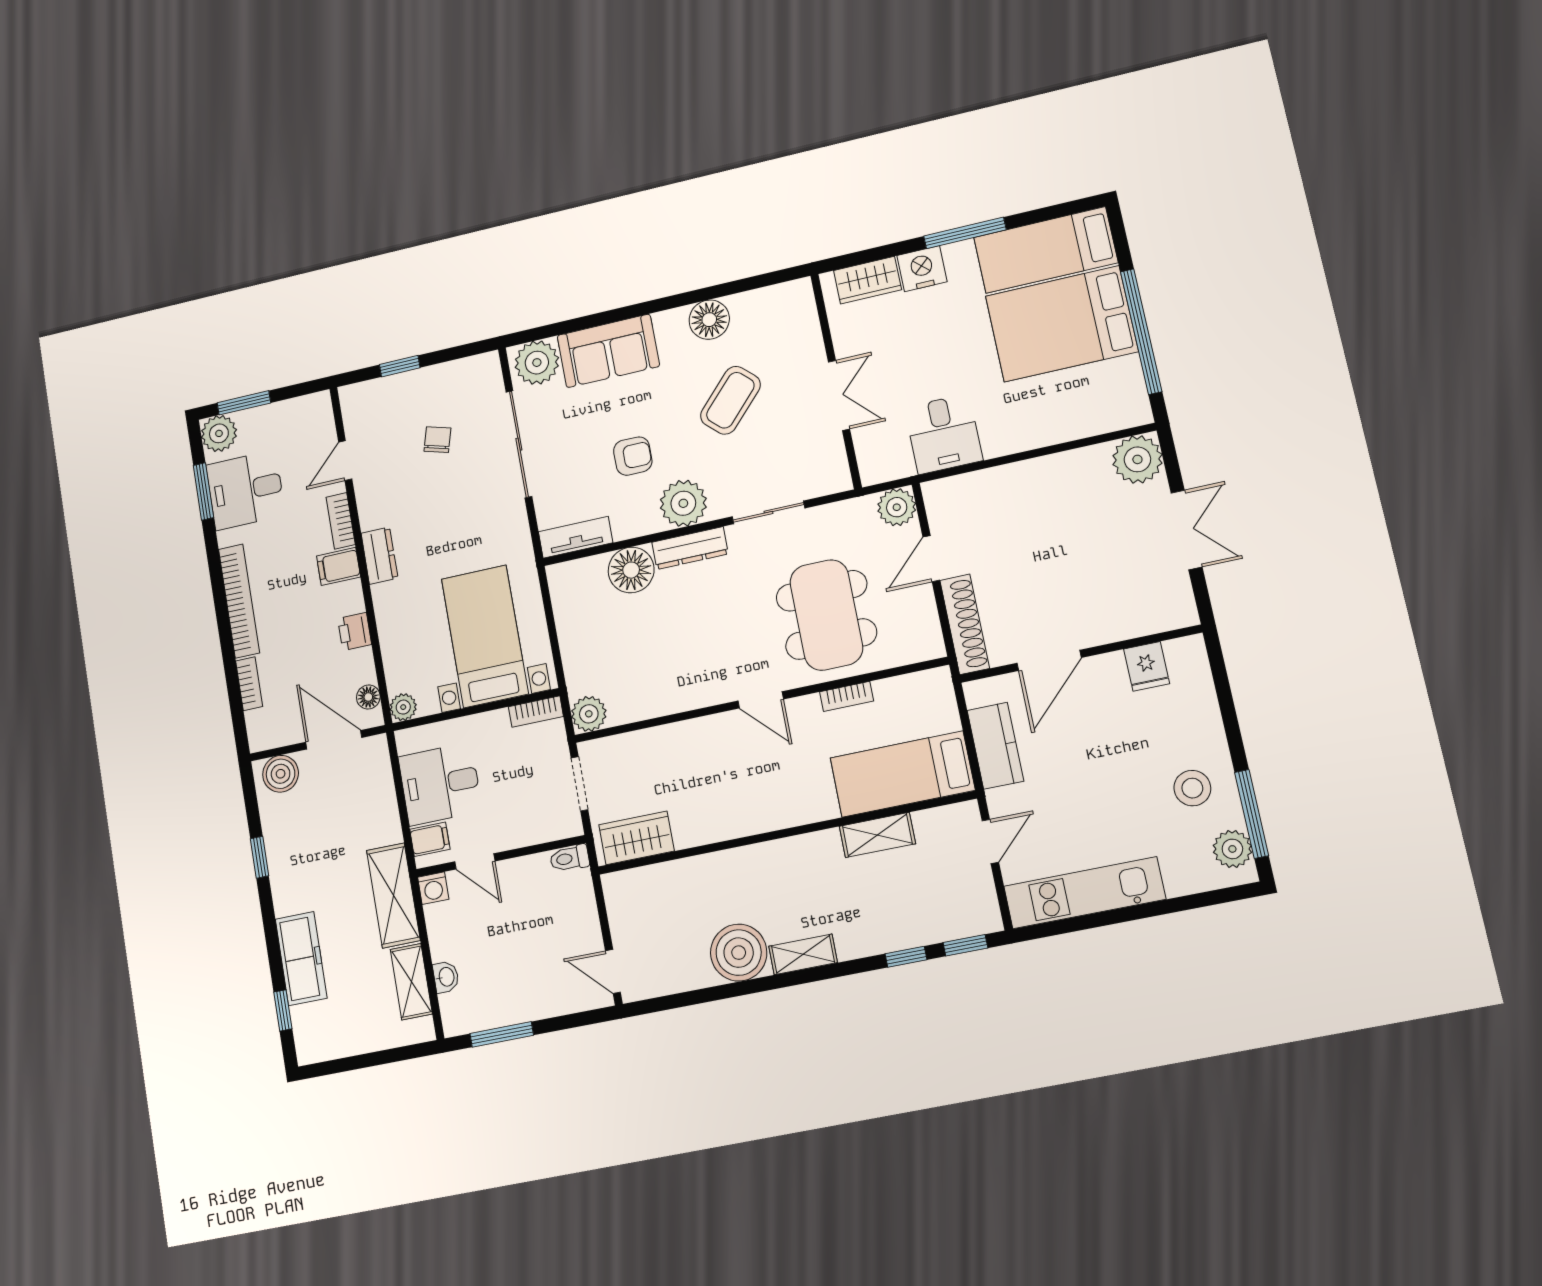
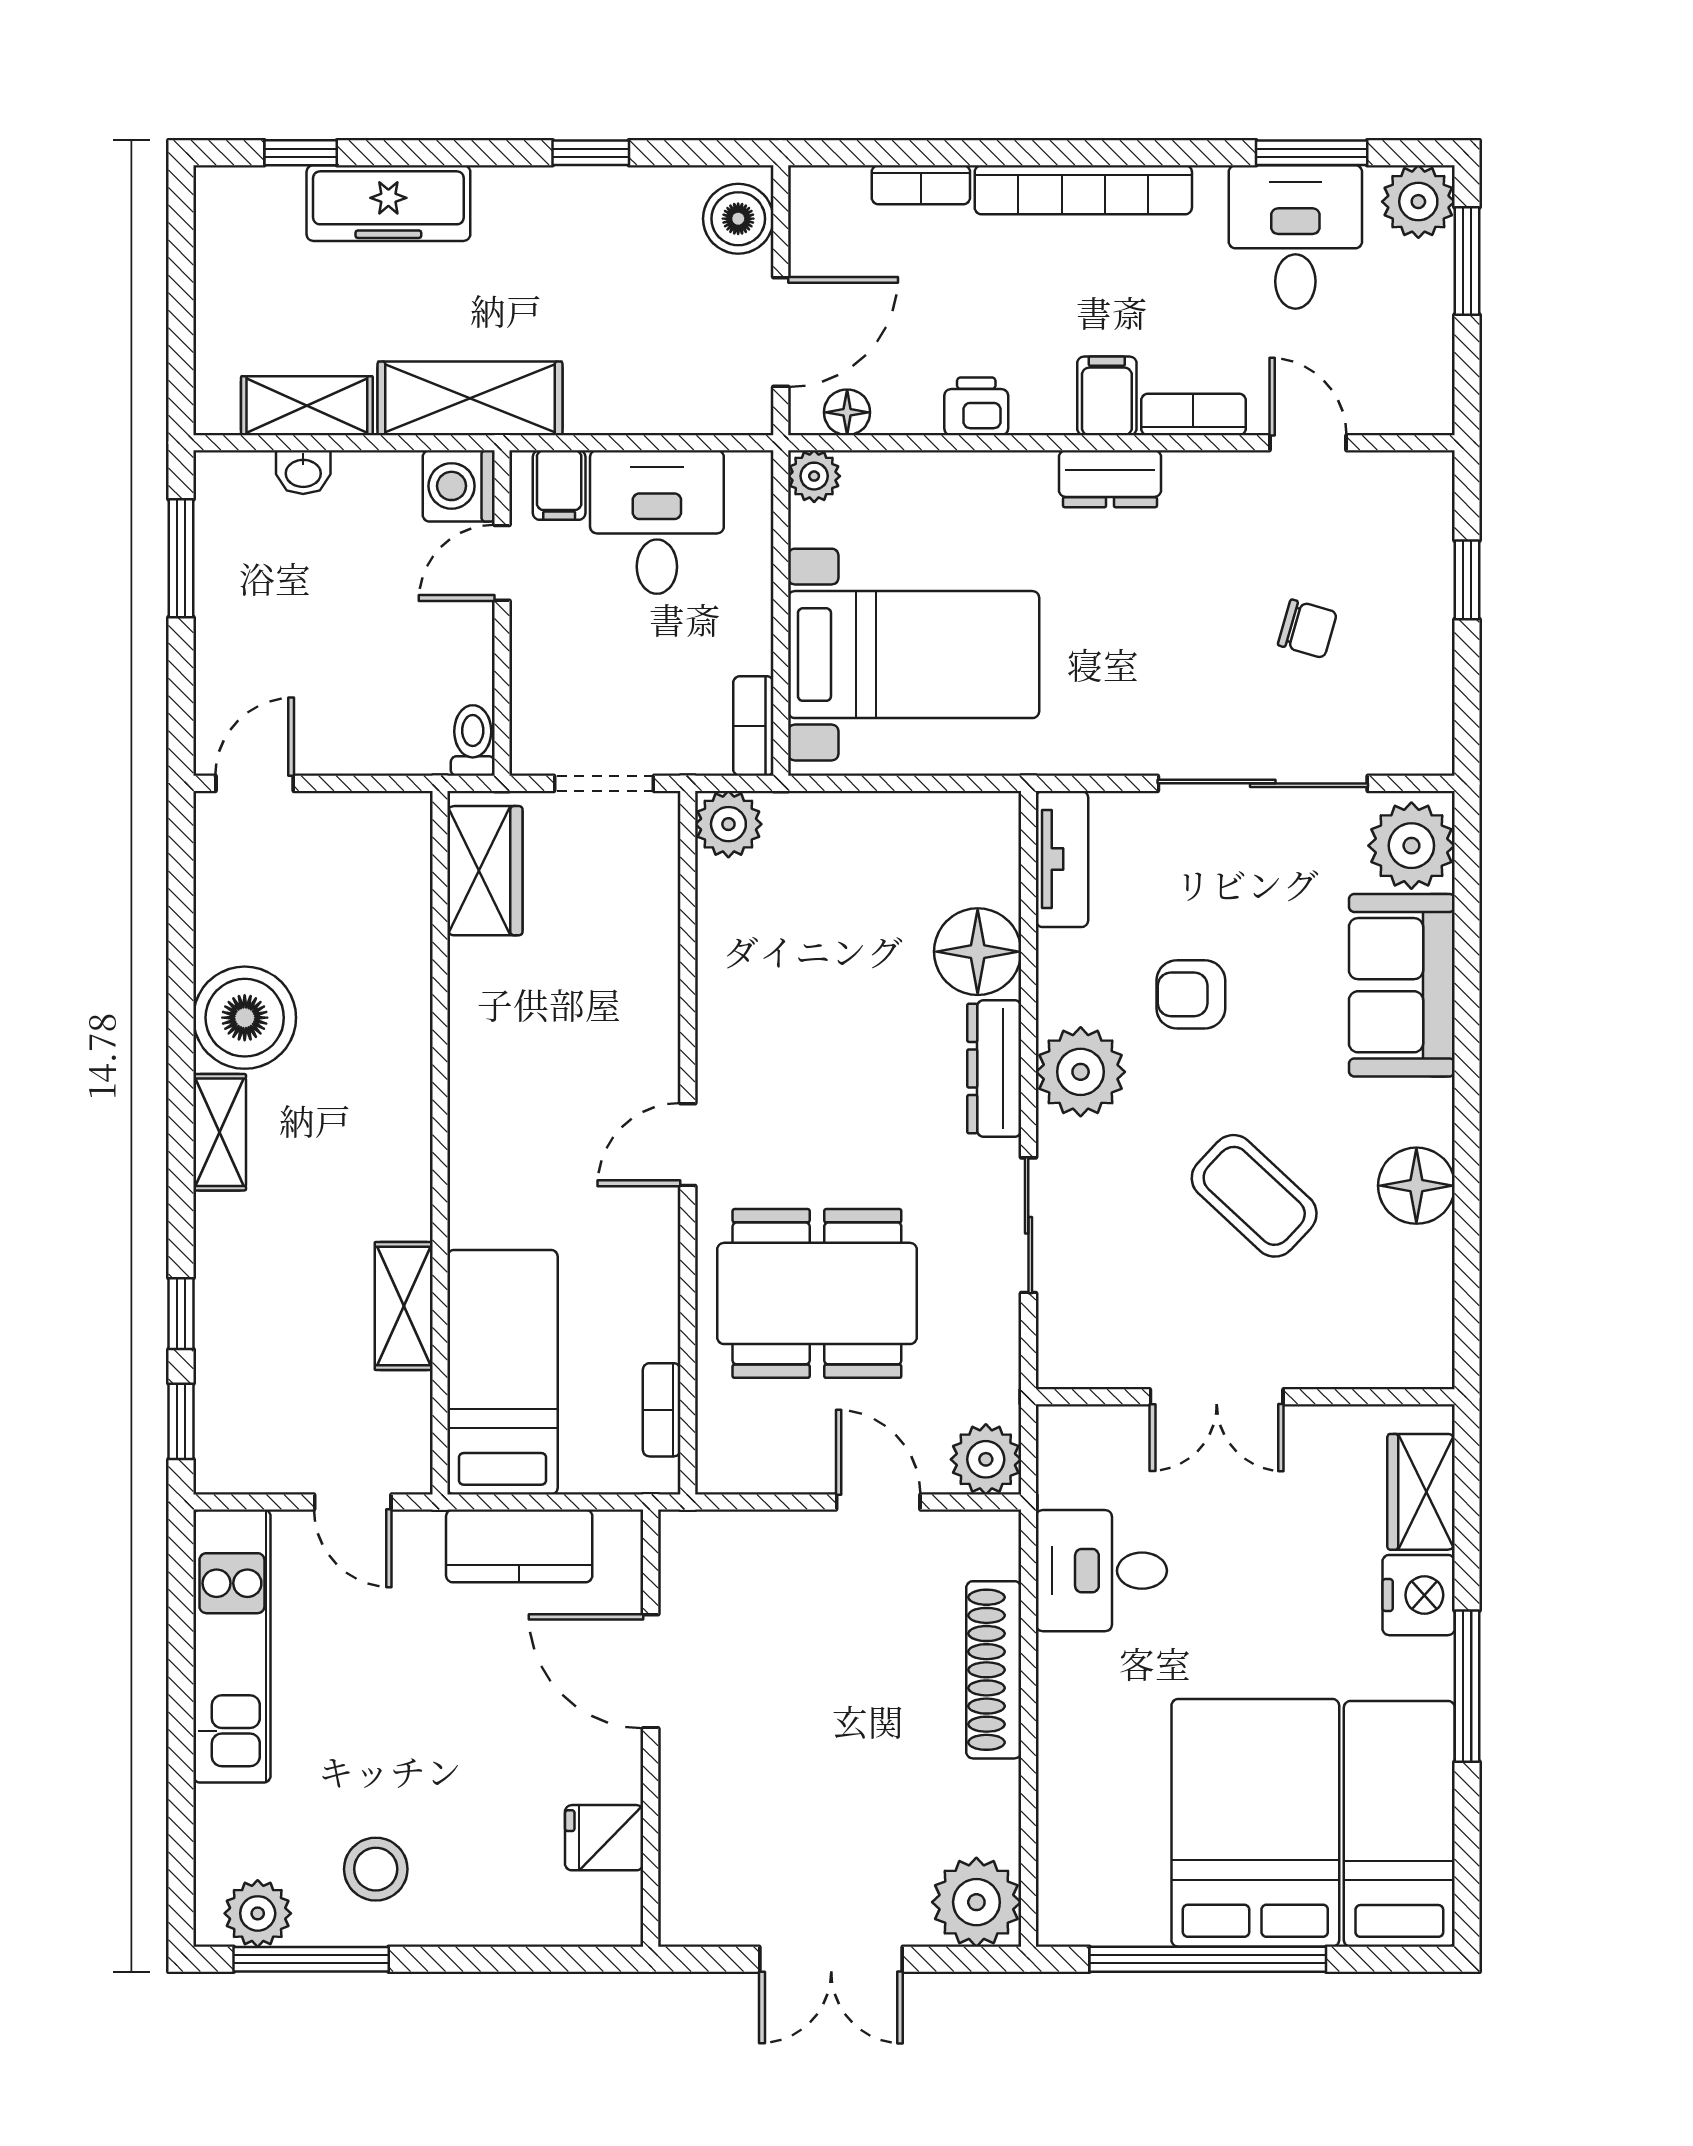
armchair: (633, 456) -> (1191, 994), turned 90
shoe rack: (965, 624) -> (994, 1670), moved, turned 90
bookcase: (847, 696) -> (662, 1410), moved
washing machine: (433, 888) -> (459, 486), width x1.38, depth x1.38

